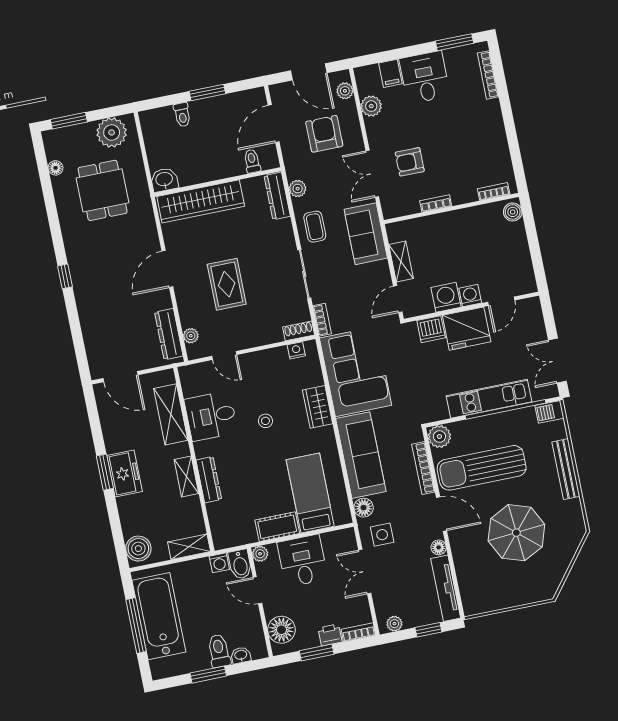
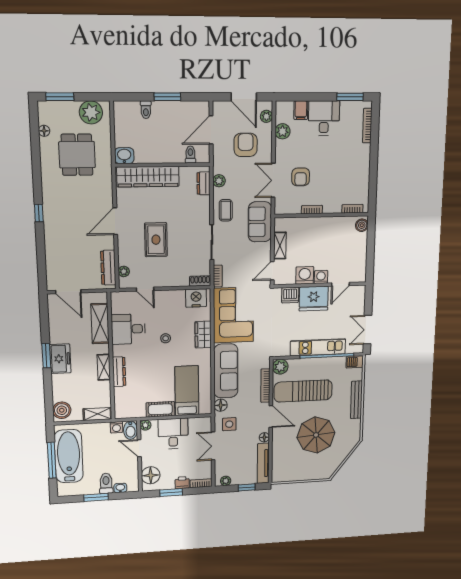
armchair: (410, 162) -> (301, 177), turned -90
dresser: (277, 196) -> (204, 183), width x0.70
nightstand: (296, 350) -> (196, 298), width x1.89, depth x1.79

